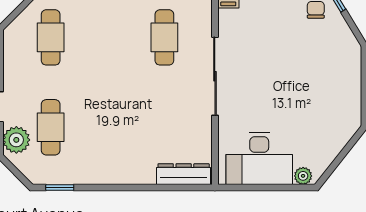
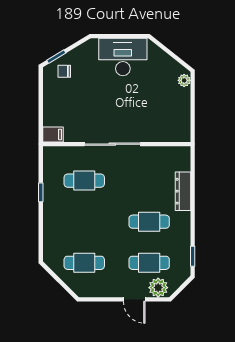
cafe table: (108, 127) -> (149, 222), added
desk: (259, 159) -> (123, 57), moved, turned -90
dresser: (184, 174) -> (183, 191), moved

